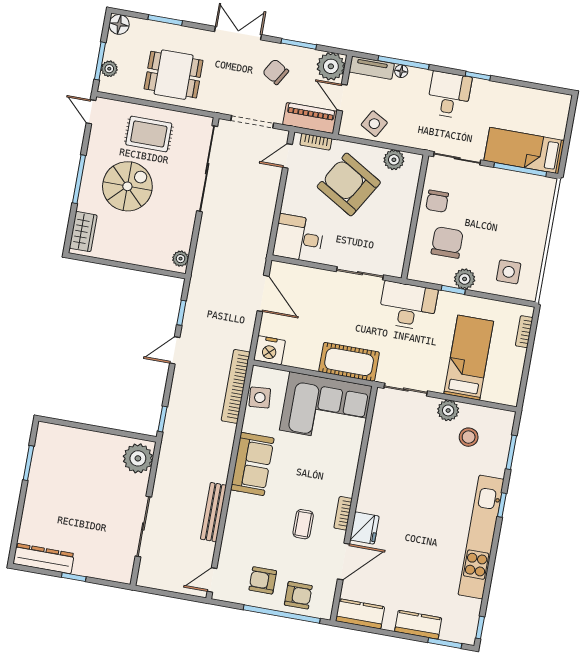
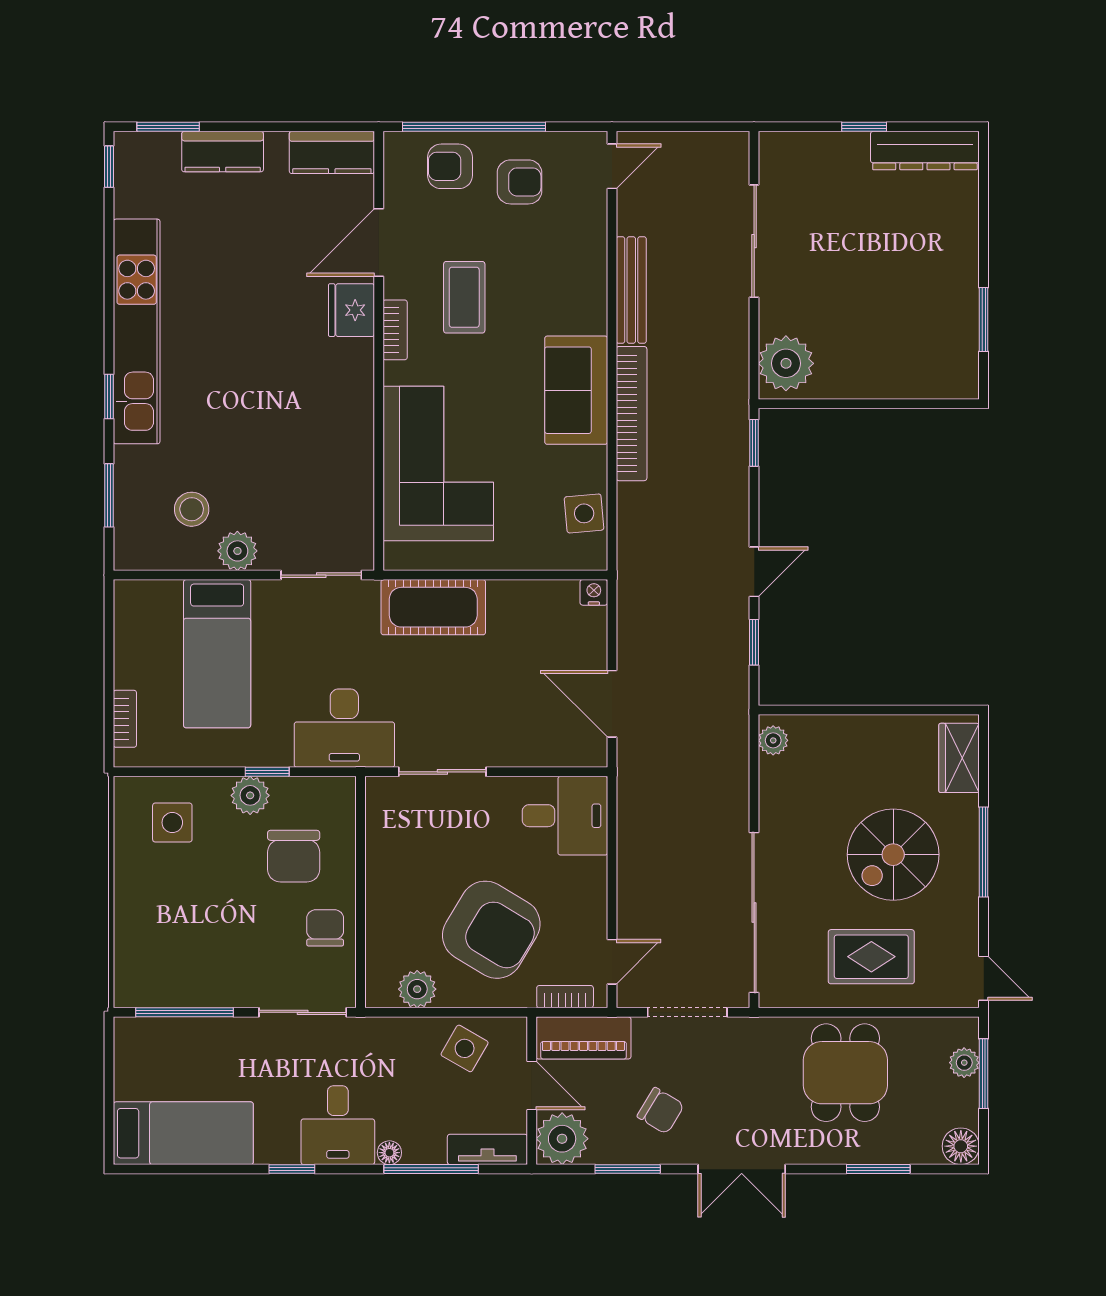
floor lamp: (401, 71) -> (389, 1153), moved
dining table: (174, 75) -> (845, 1073), turned 90
bed: (524, 151) -> (183, 1133), moved
nightstand: (270, 350) -> (594, 592), width x0.53, depth x0.56
bookcase: (236, 386) -> (632, 414), moved
corner sofa: (326, 408) -> (438, 464), moved, turned 90
coffee table: (303, 524) -> (464, 297), width x1.36, depth x1.30

